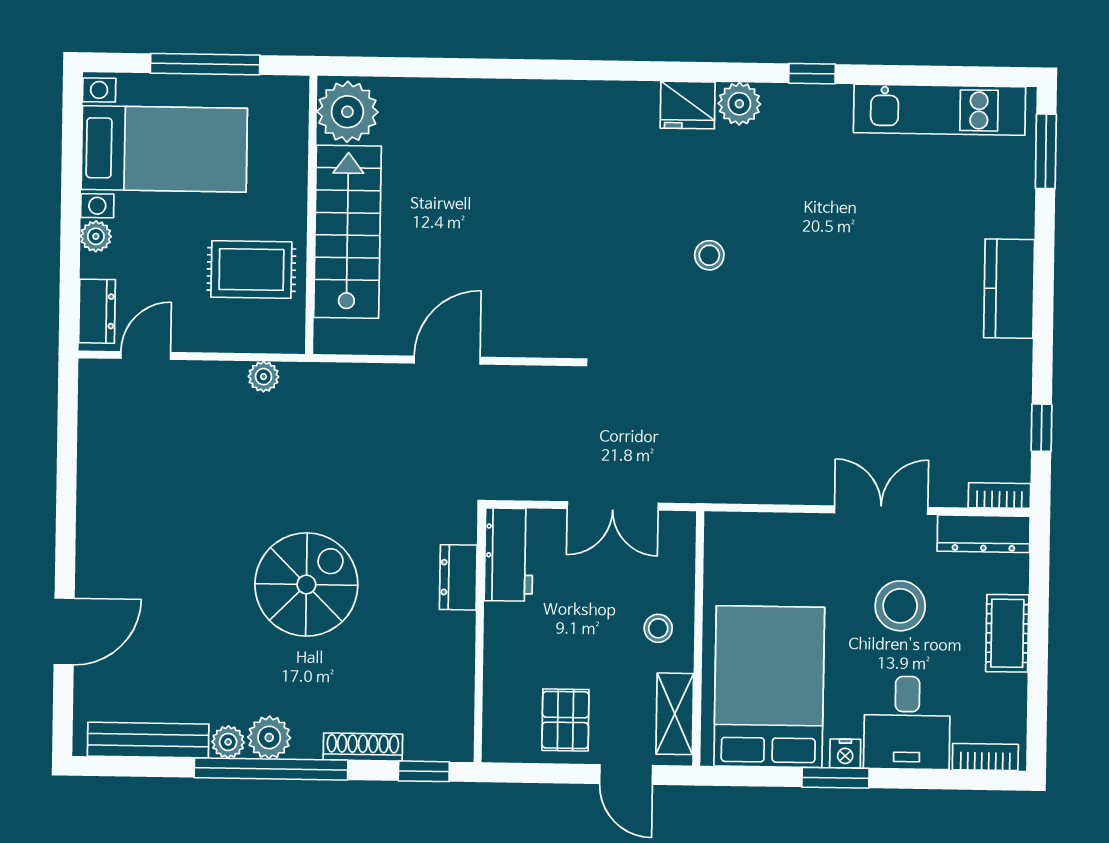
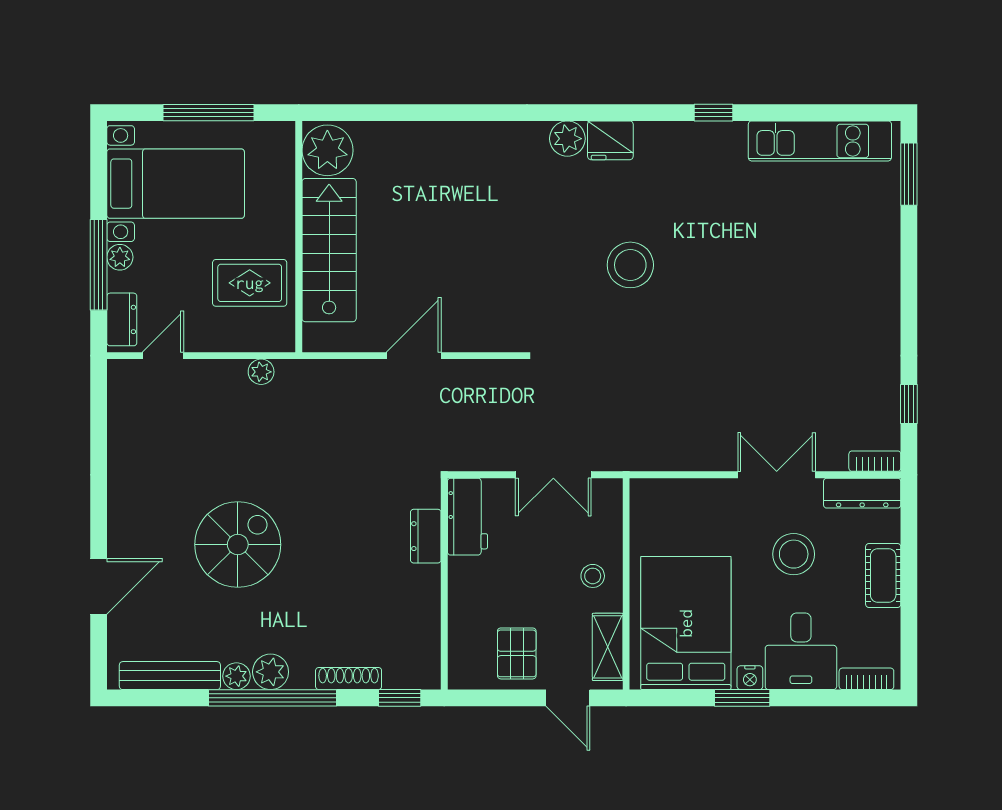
plant: (739, 104) -> (567, 139), moved
window: (70, 245) -> (99, 265), added
stool: (709, 255) -> (630, 265), width x1.89, depth x1.89
kitchen counter: (1009, 289) -> (880, 289), removed
spiral stairs: (306, 585) -> (238, 545), moved

